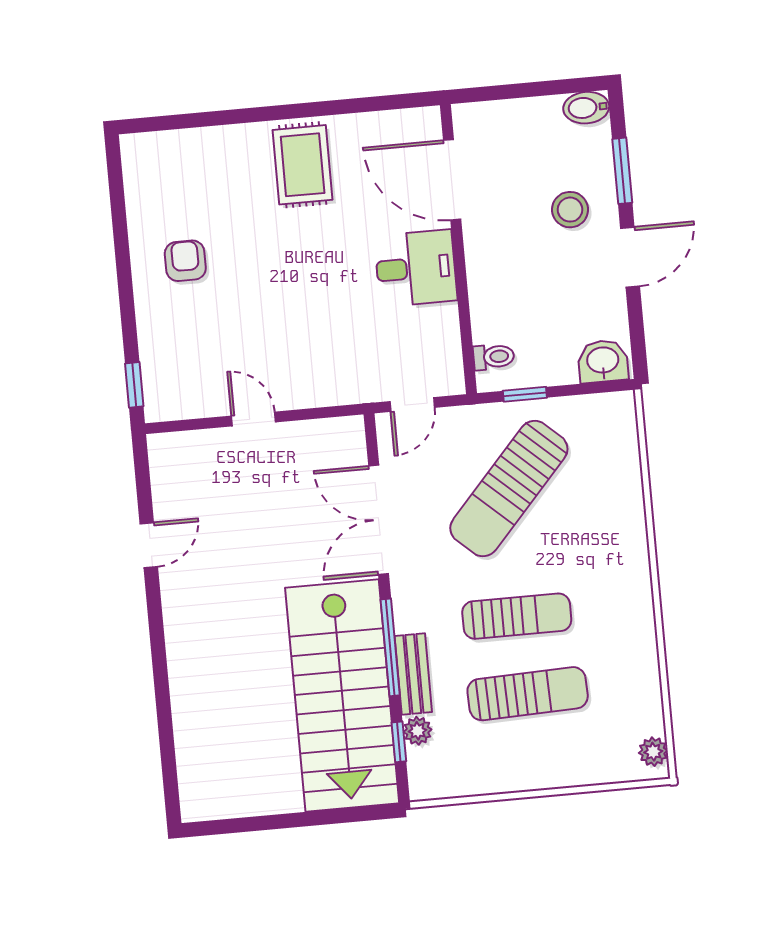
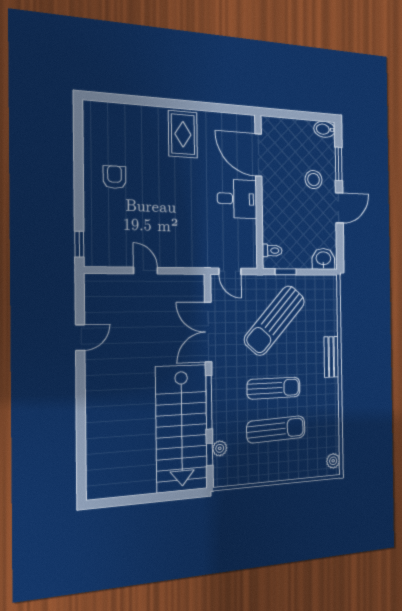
door: (412, 404) -> (230, 271), hinge flipped
bench: (413, 674) -> (331, 357), moved

